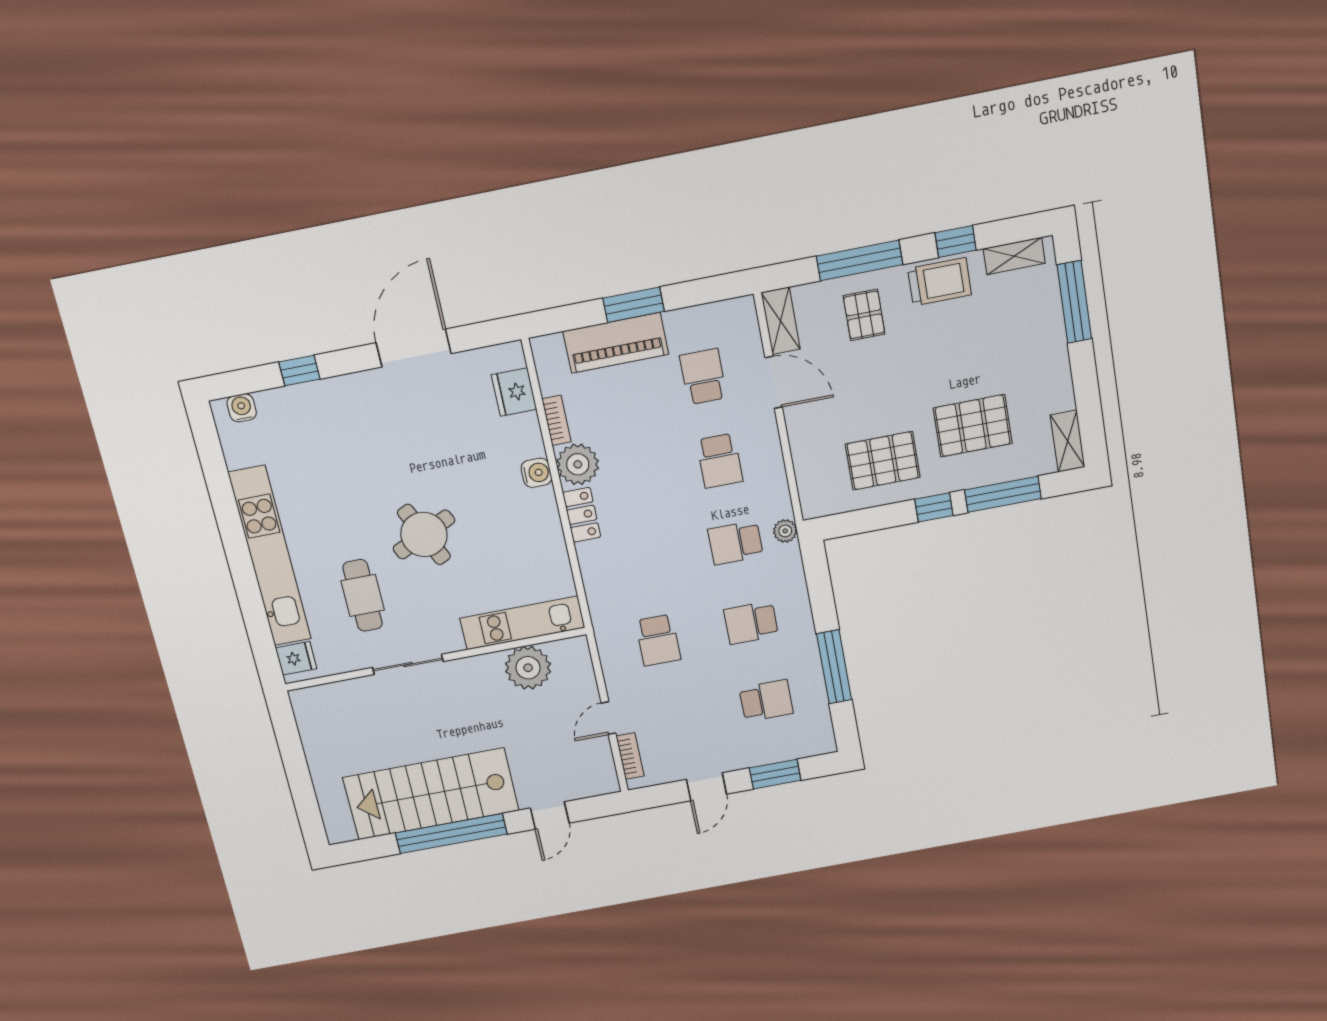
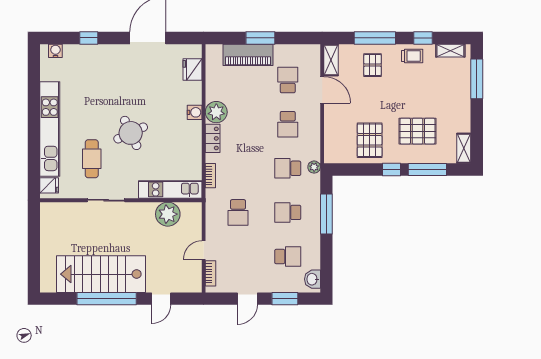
trolley: (940, 282) -> (412, 56), width x0.73, depth x0.72
bookcase: (556, 420) -> (210, 176), moved
pallet: (883, 461) -> (370, 140), turned 90
window: (834, 667) -> (326, 214), moved
washbasin: (819, 732) -> (312, 279), added

